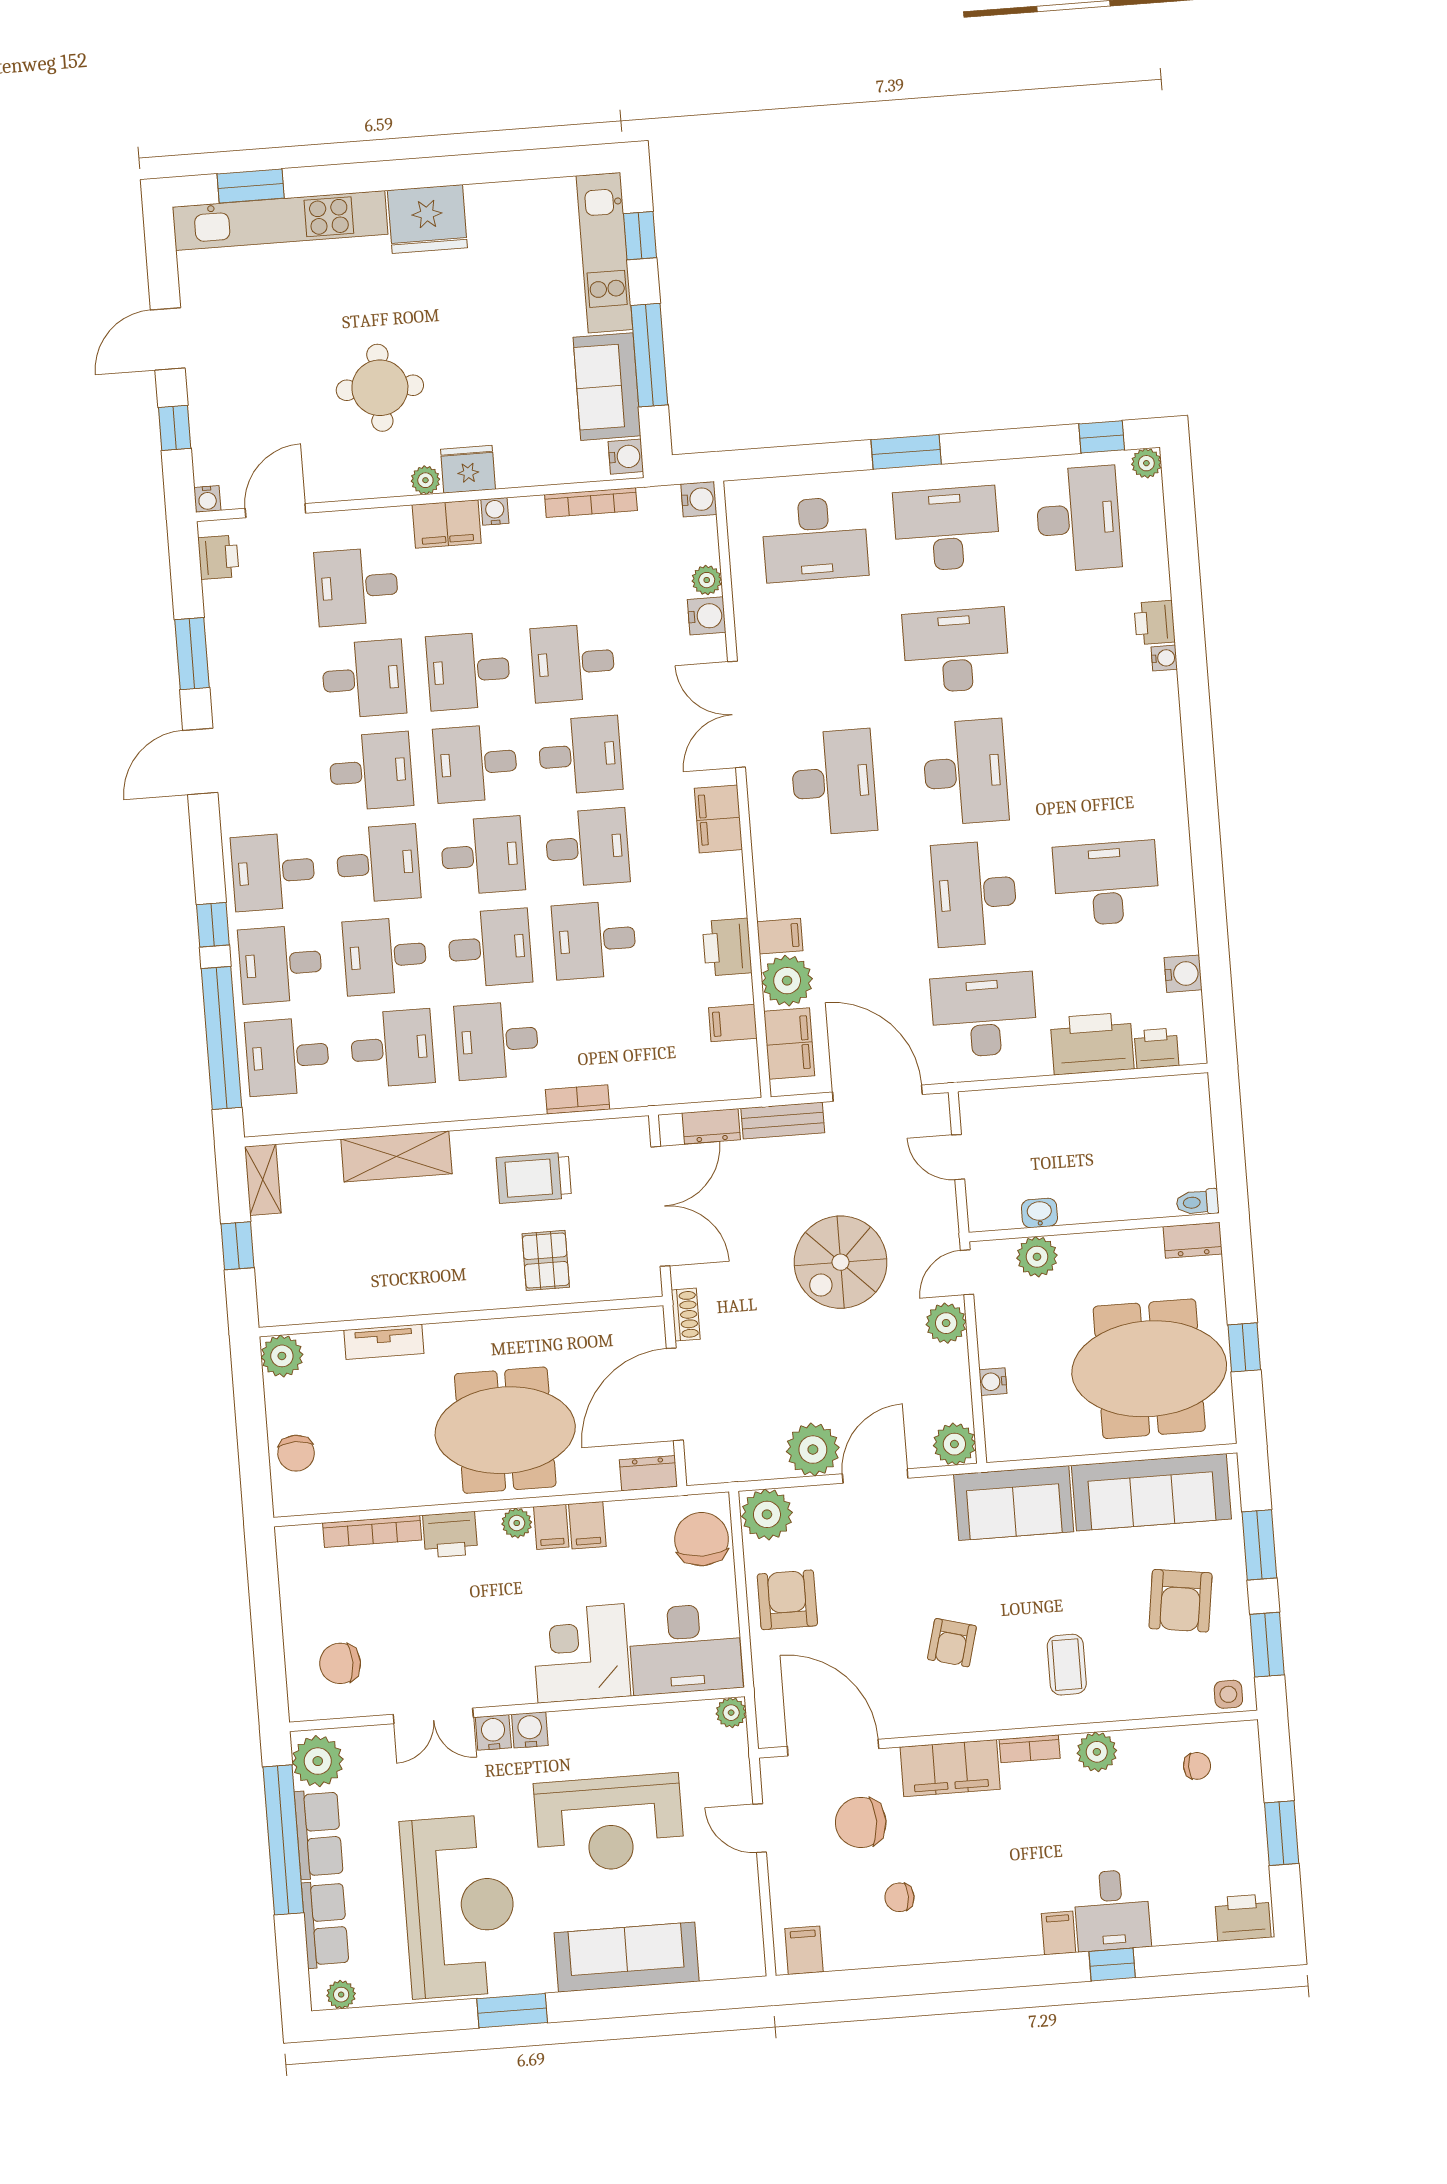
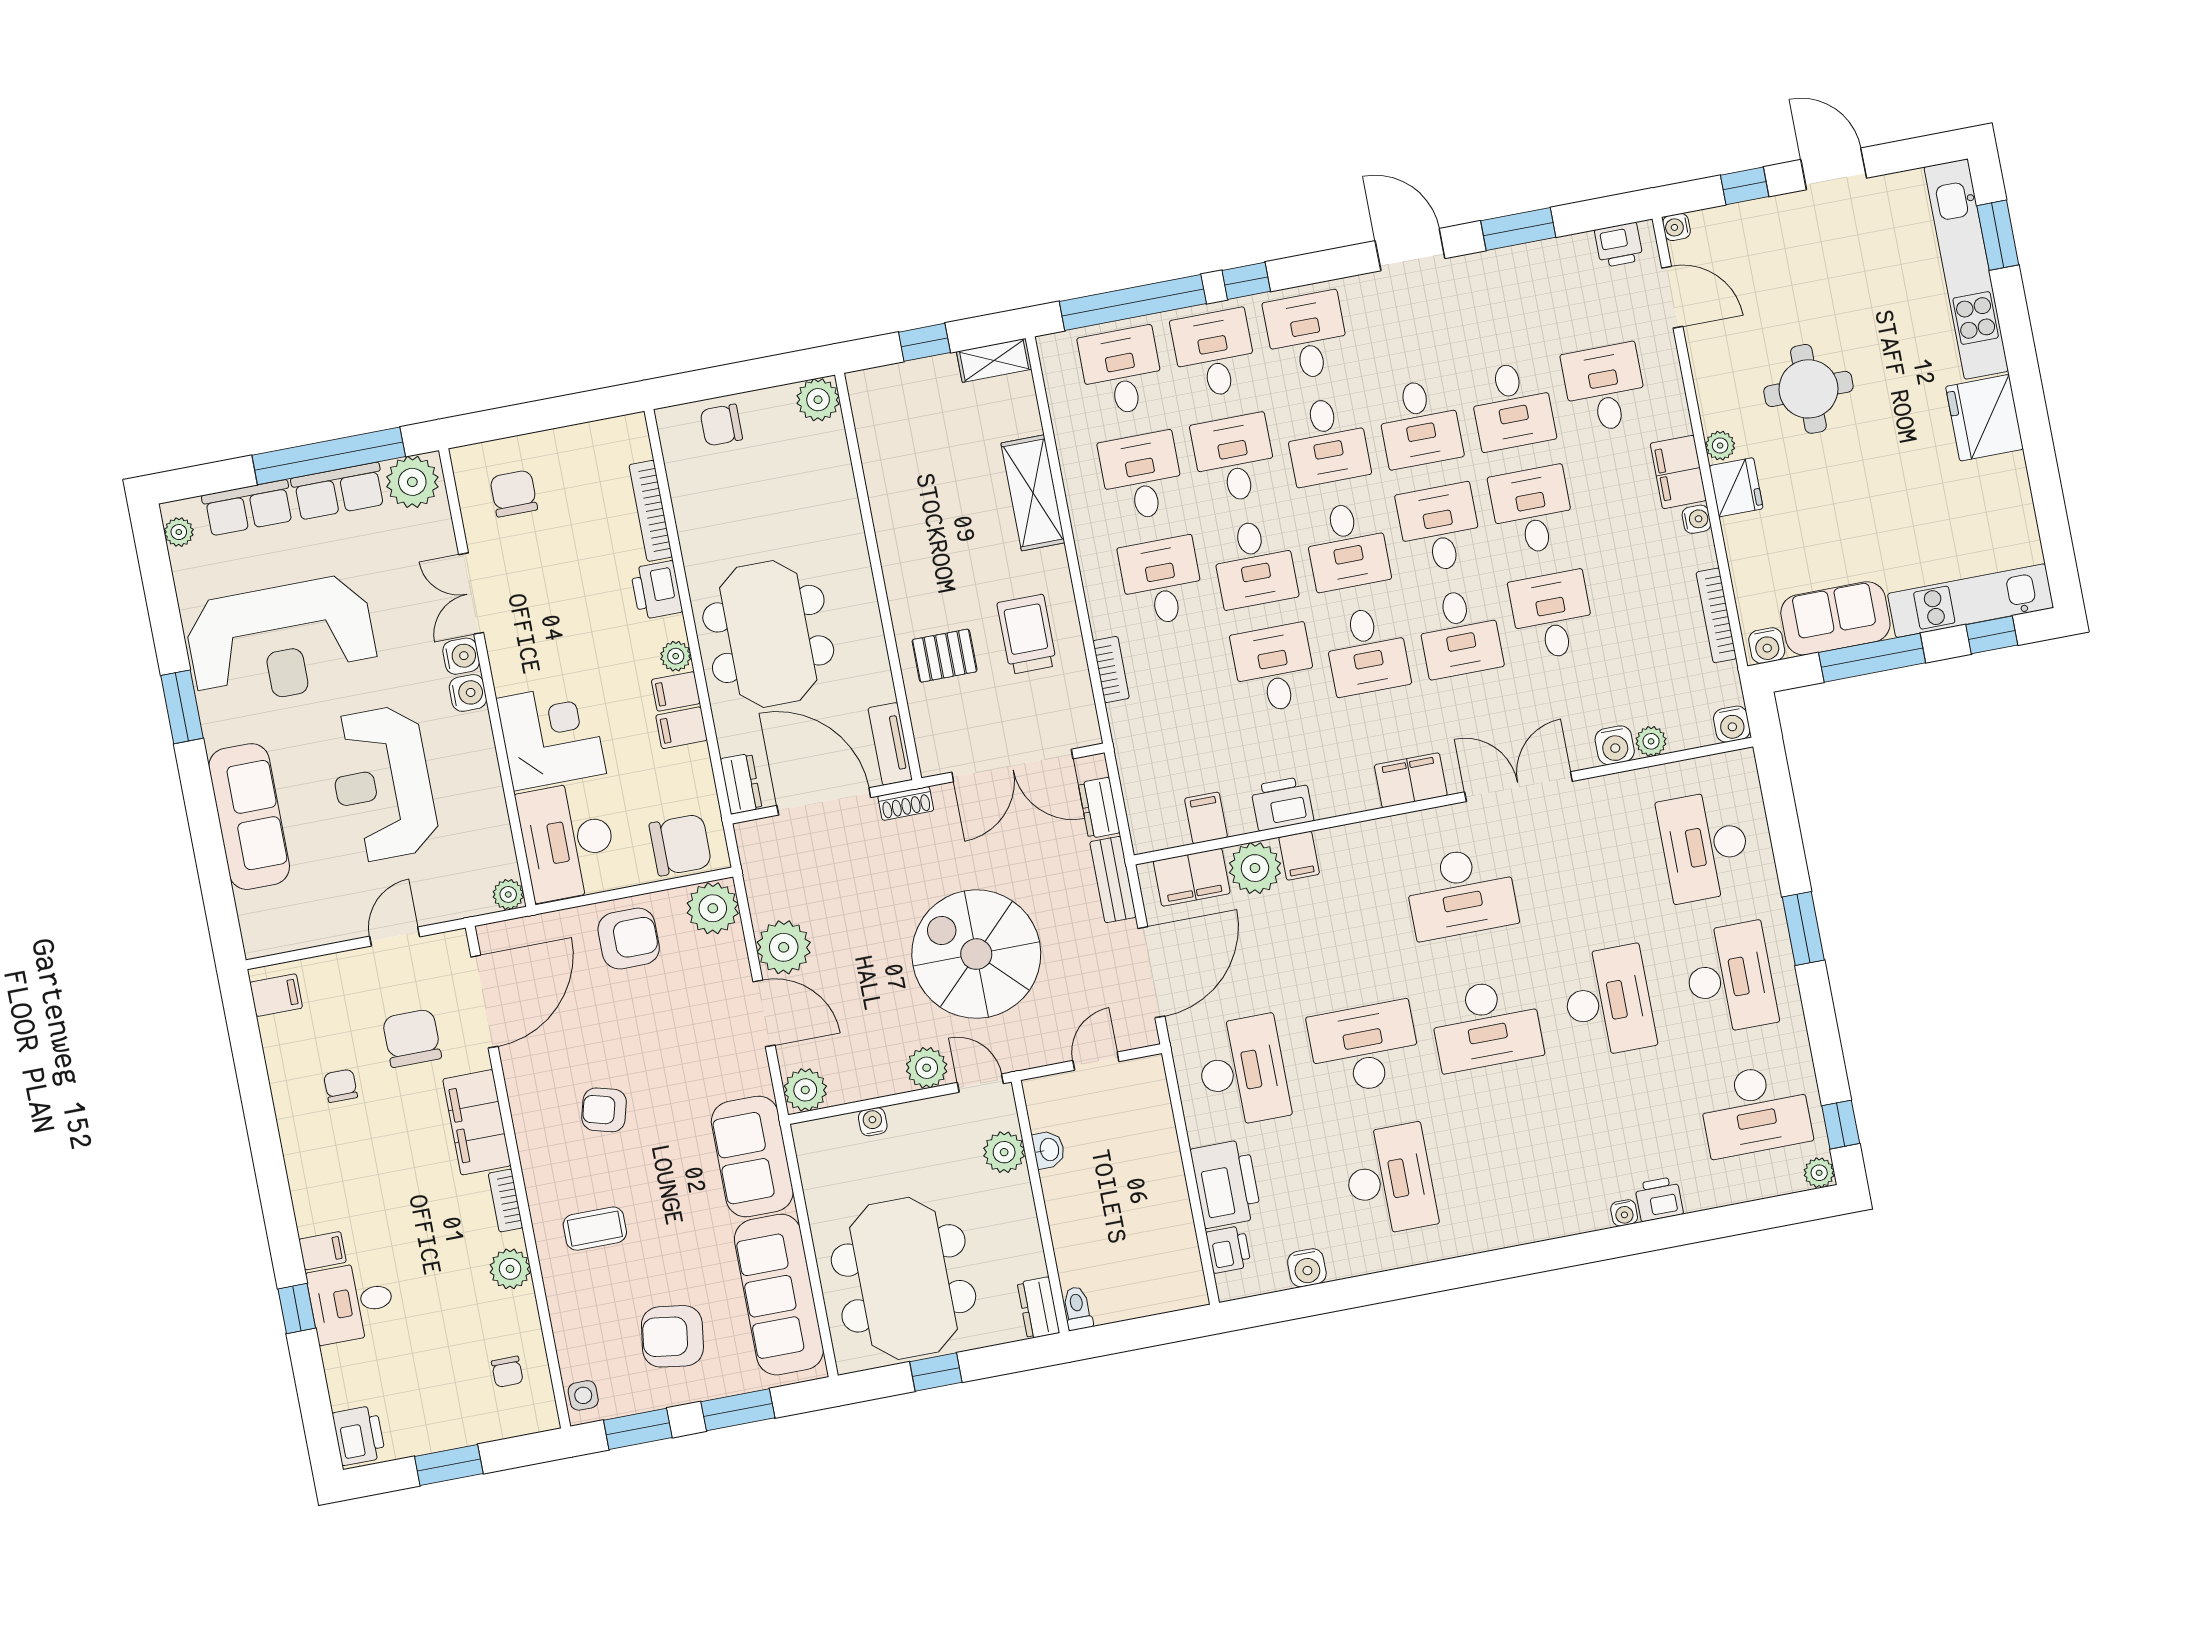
desk: (392, 1048) -> (1142, 476), turned 180
spiral stairs: (841, 1262) -> (976, 954), width x1.37, depth x1.37
tv unit: (384, 1342) -> (890, 744), moved

